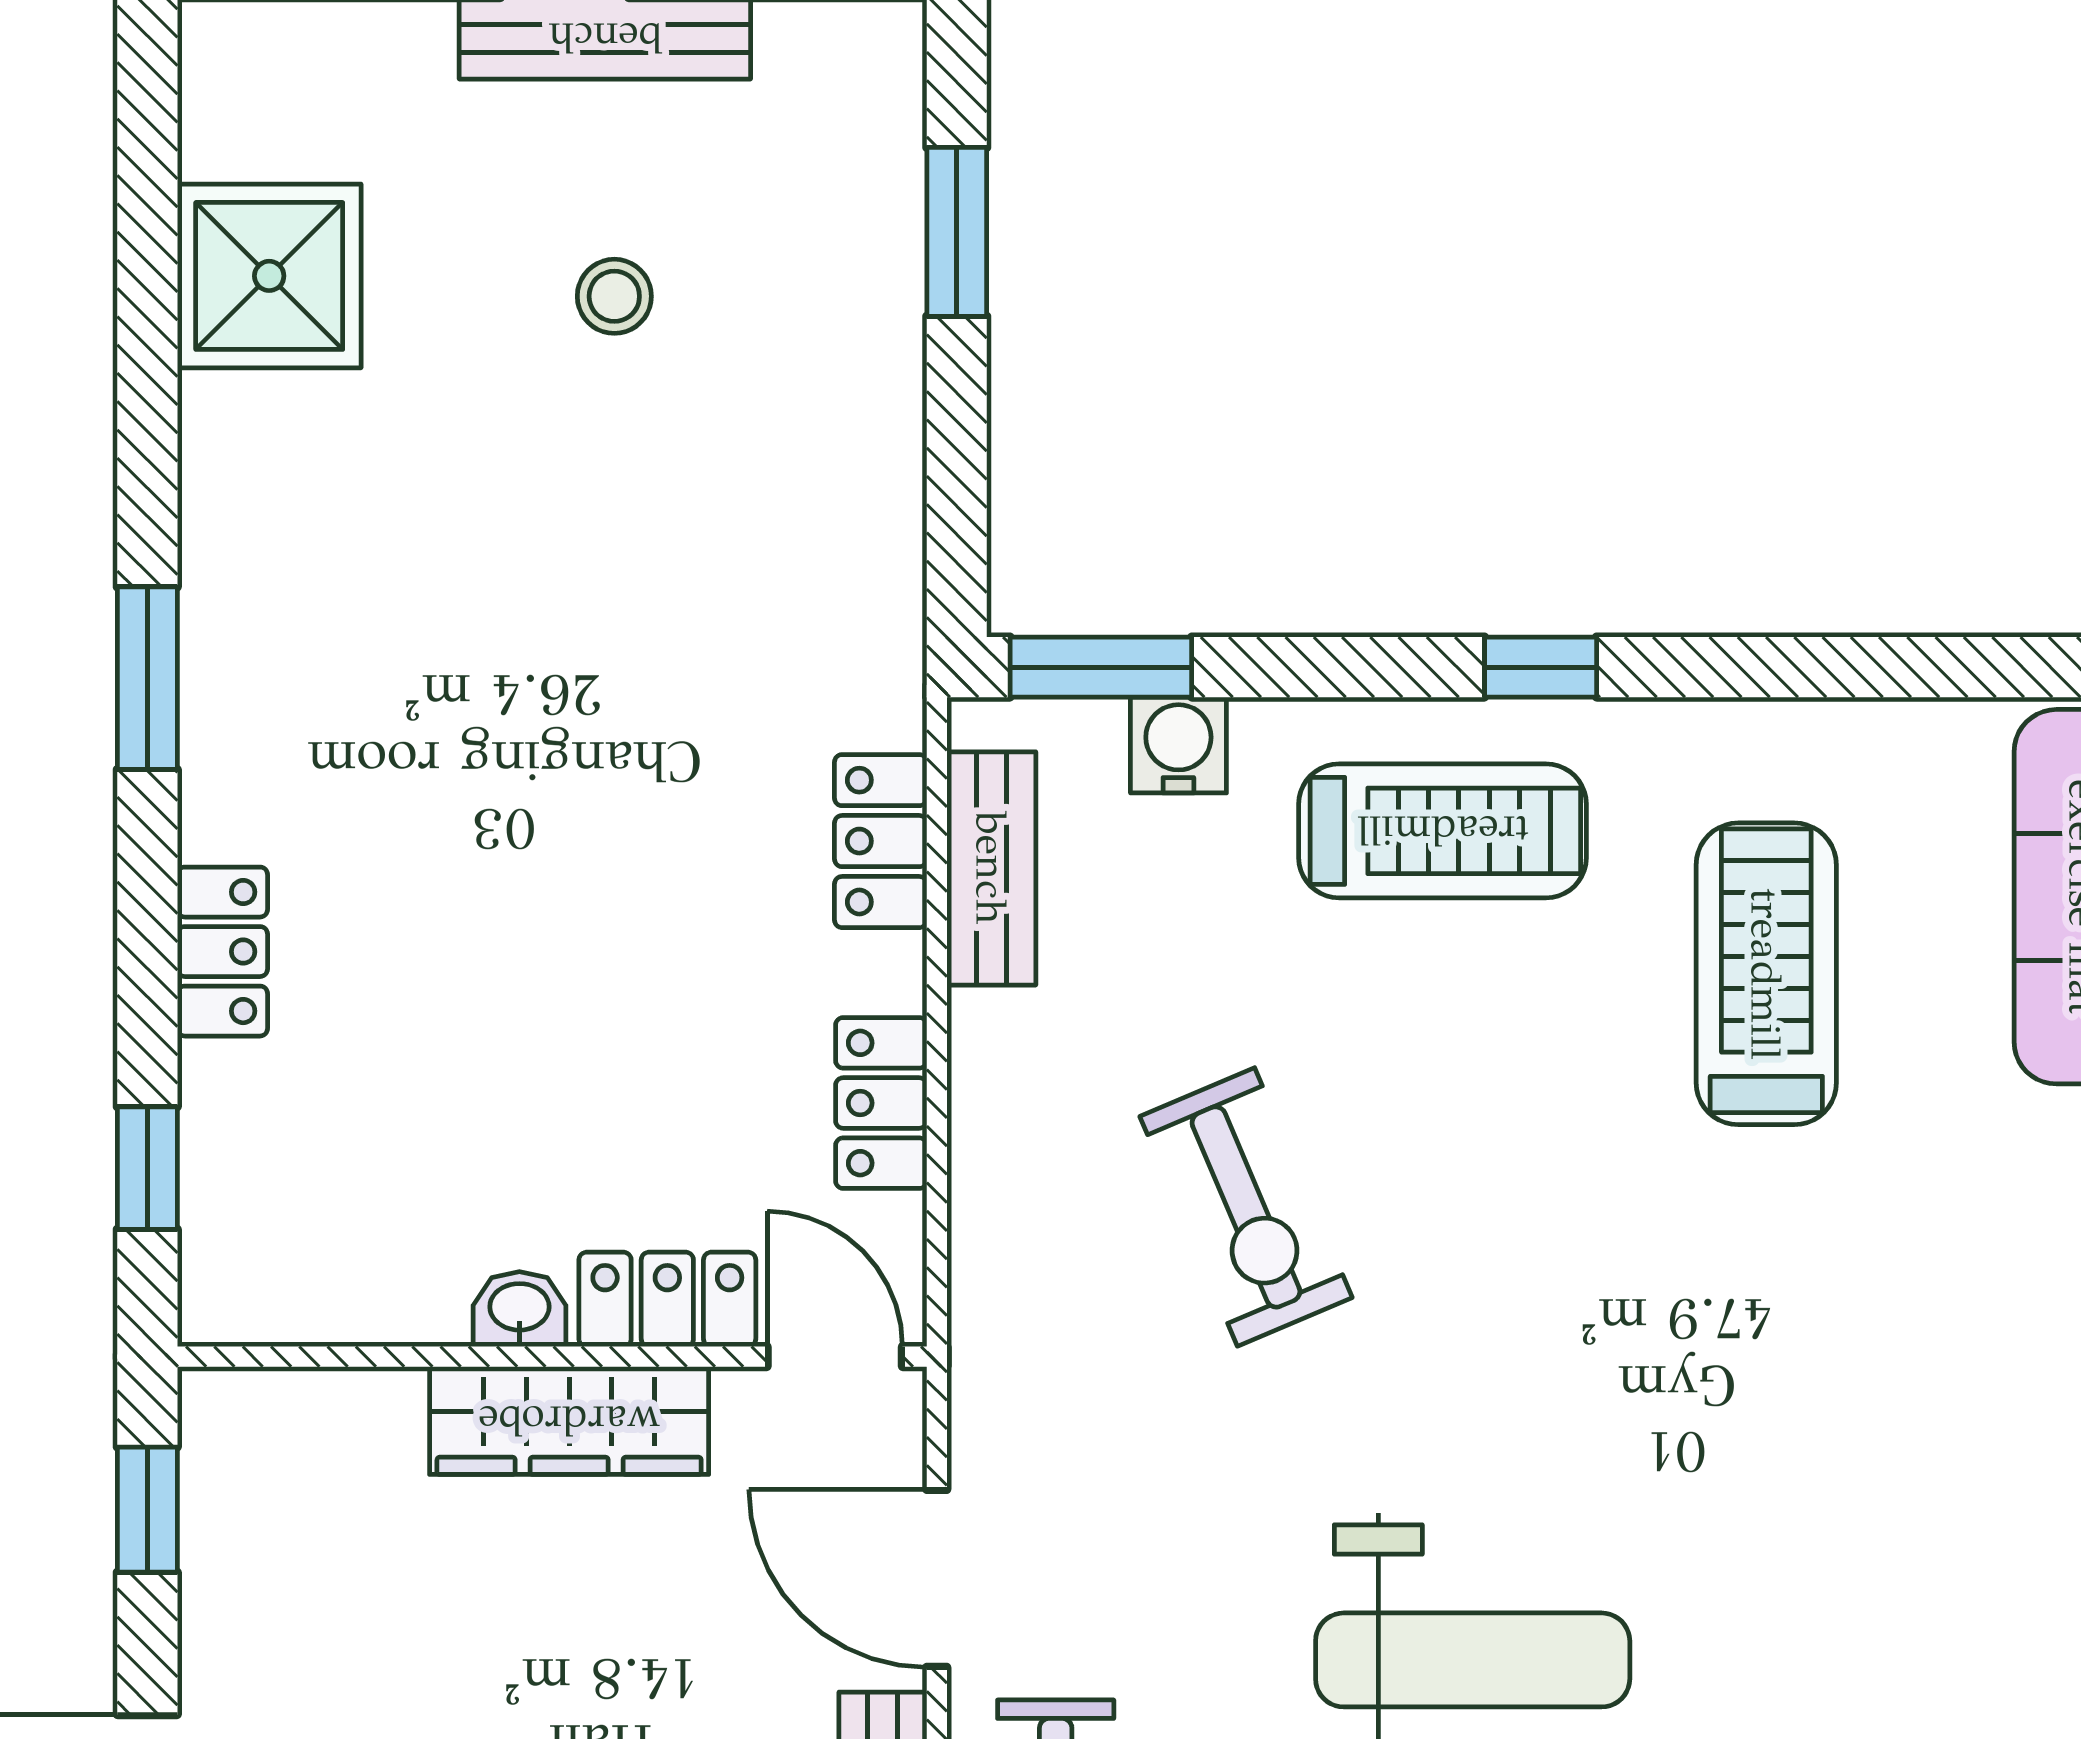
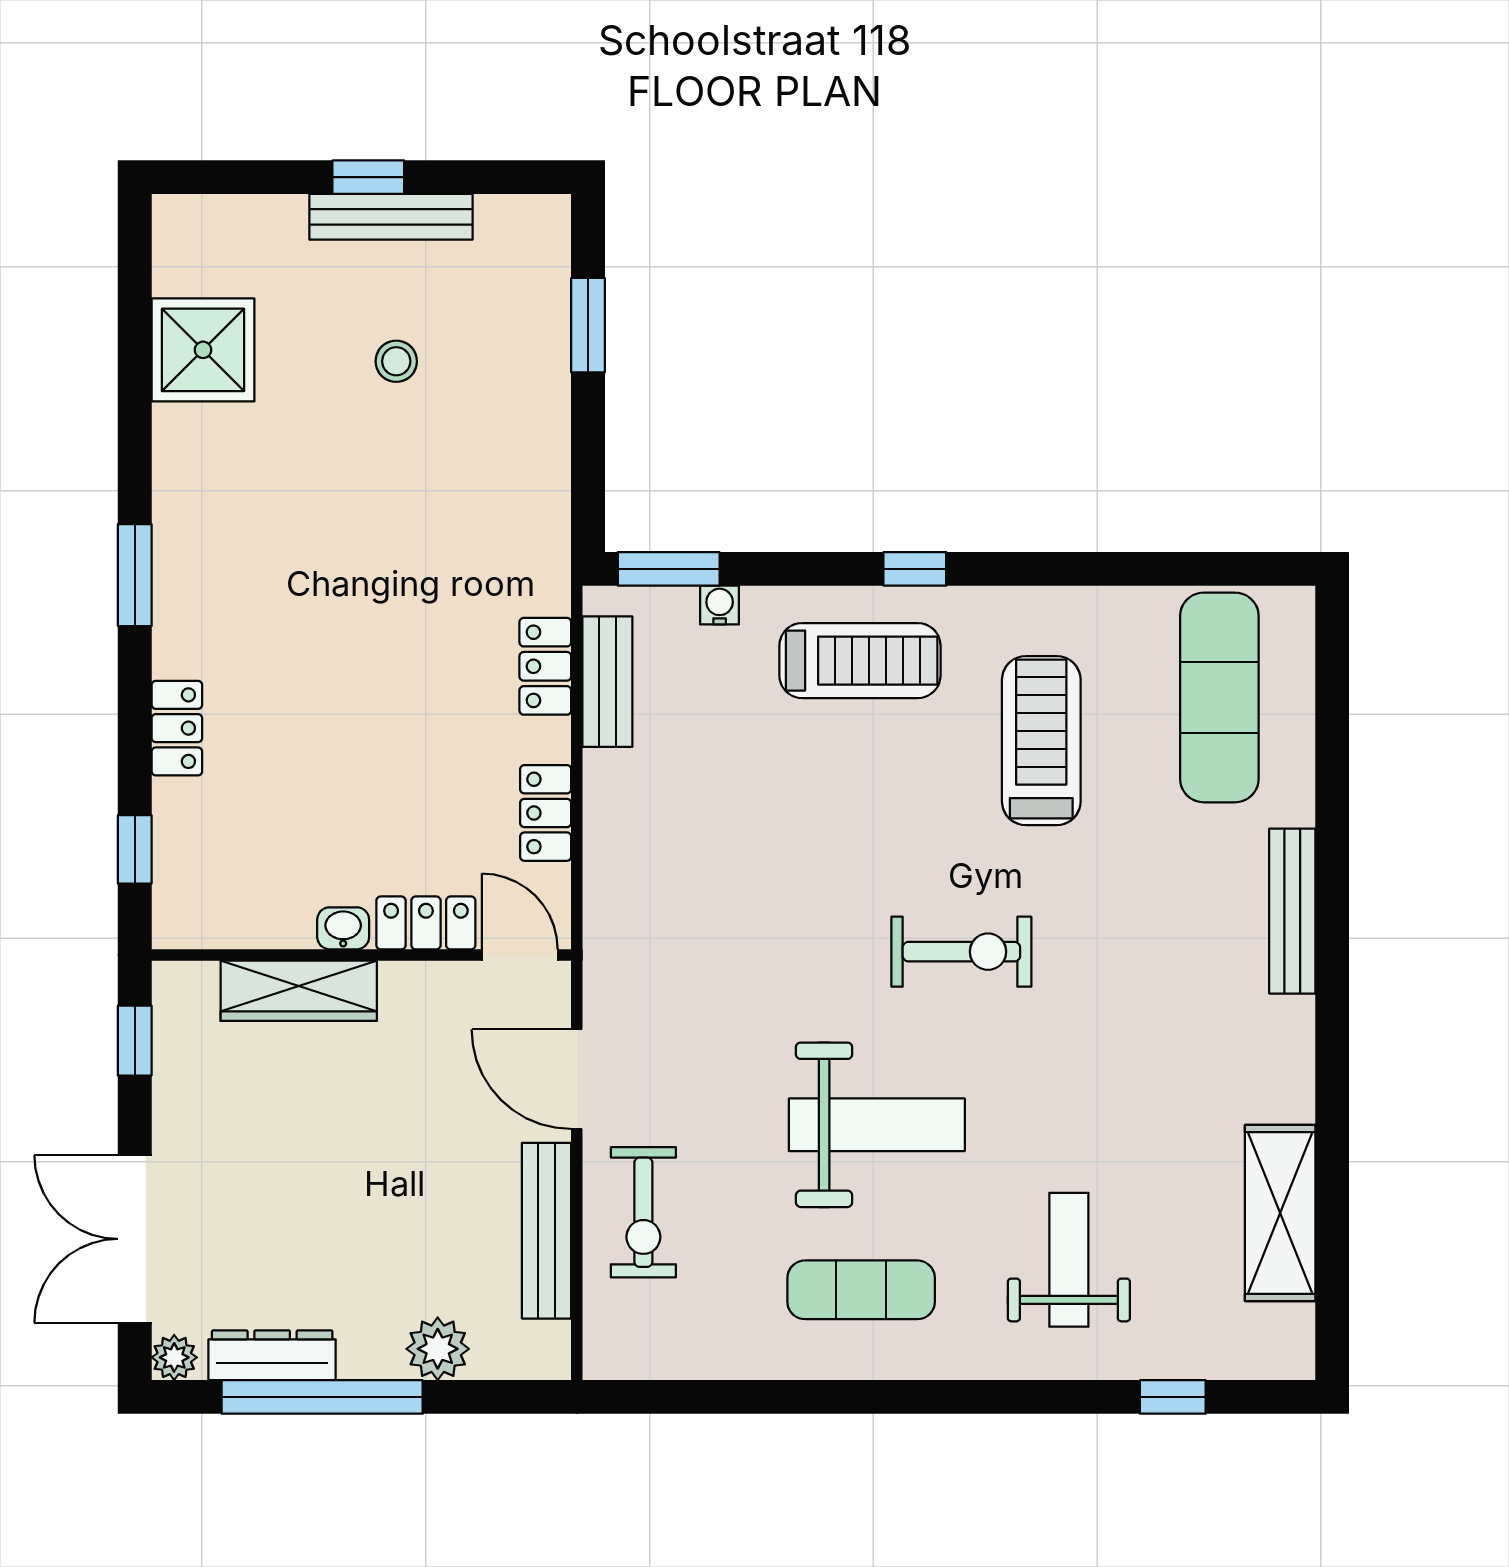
water cooler: (1178, 745) -> (720, 605), width x0.72, depth x0.72
exercise bike: (1246, 1207) -> (961, 952), moved, turned -67
wardrobe: (569, 1421) -> (299, 991), moved

